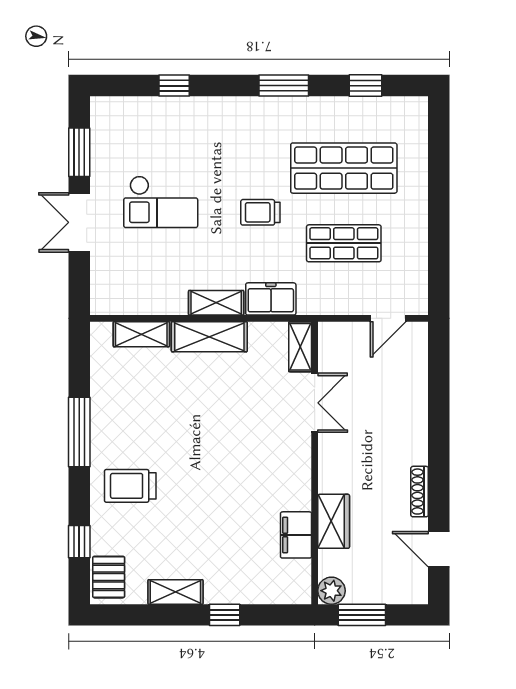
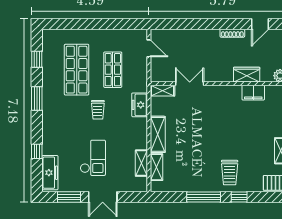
freezer: (130, 113) -> (50, 173), added
shelving: (216, 303) -> (141, 163), moved
window: (79, 542) -> (239, 197), moved

